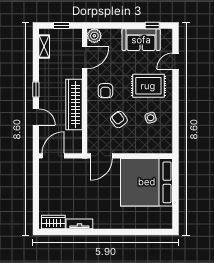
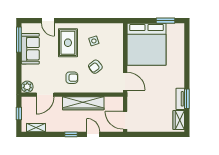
window: (152, 26) -> (19, 40), width x2.17
door: (85, 58) -> (45, 95), swing flipped
door: (36, 117) -> (93, 134), hinge flipped
window: (176, 206) -> (166, 21), added
window: (80, 232) -> (187, 99), added

